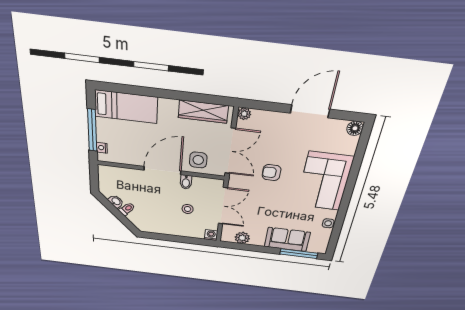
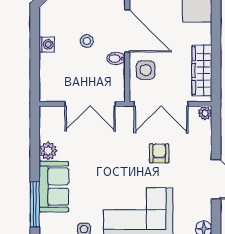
armchair: (271, 173) -> (159, 153), moved
stool: (188, 209) -> (87, 41), moved
washing machine: (211, 235) -> (47, 44), moved
plant: (242, 238) -> (48, 151), moved

